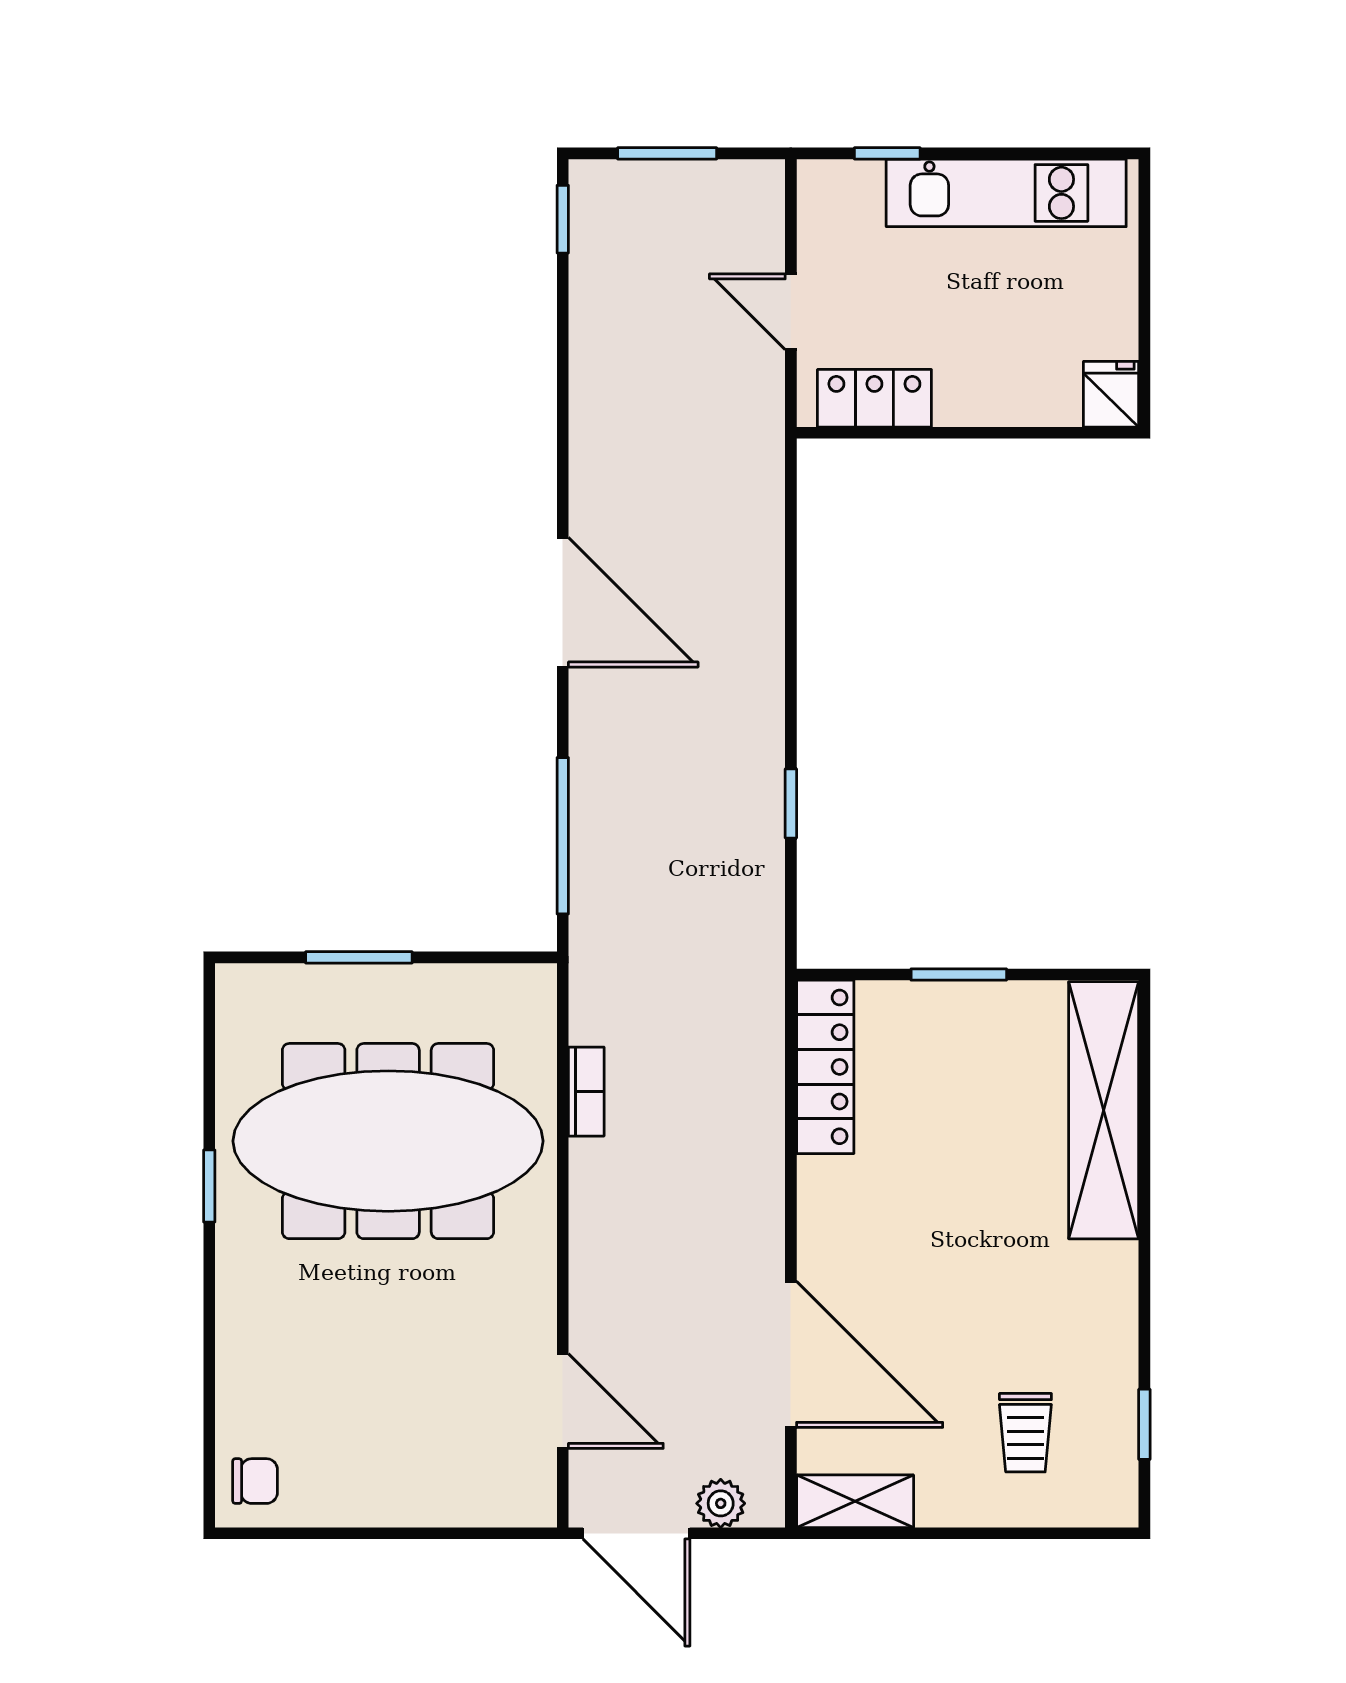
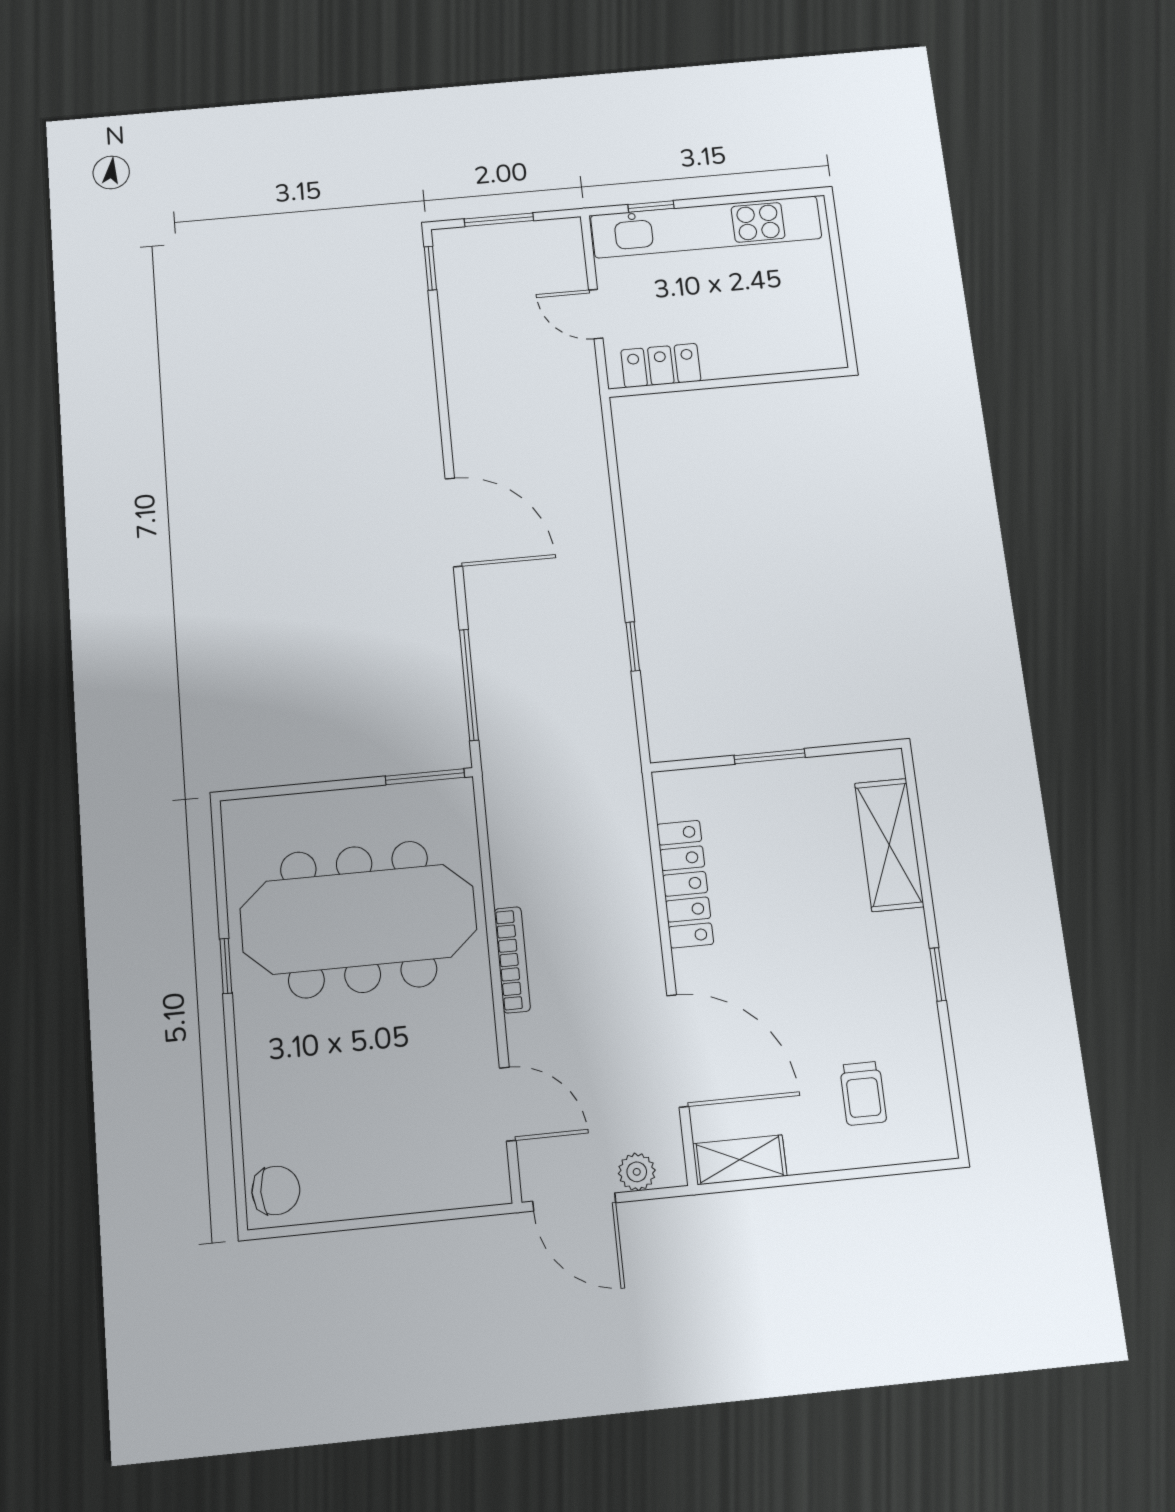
kitchen unit: (1006, 193) -> (706, 227), width x1.36
fridge: (1111, 394) -> (826, 348), removed
window: (359, 957) -> (425, 777), moved
locker: (825, 1067) -> (685, 884), moved
bookcase: (586, 1092) -> (512, 960), moved, width x1.56
shelving: (1104, 1110) -> (889, 845), width x0.68
window: (1144, 1424) -> (938, 974), moved
chair: (255, 1481) -> (276, 1190), width x1.37, depth x1.37

